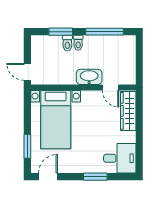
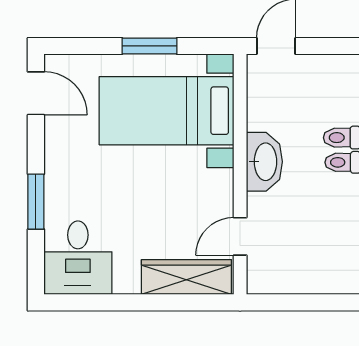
washbasin: (89, 77) -> (264, 162), moved
window: (27, 146) -> (150, 46), moved

